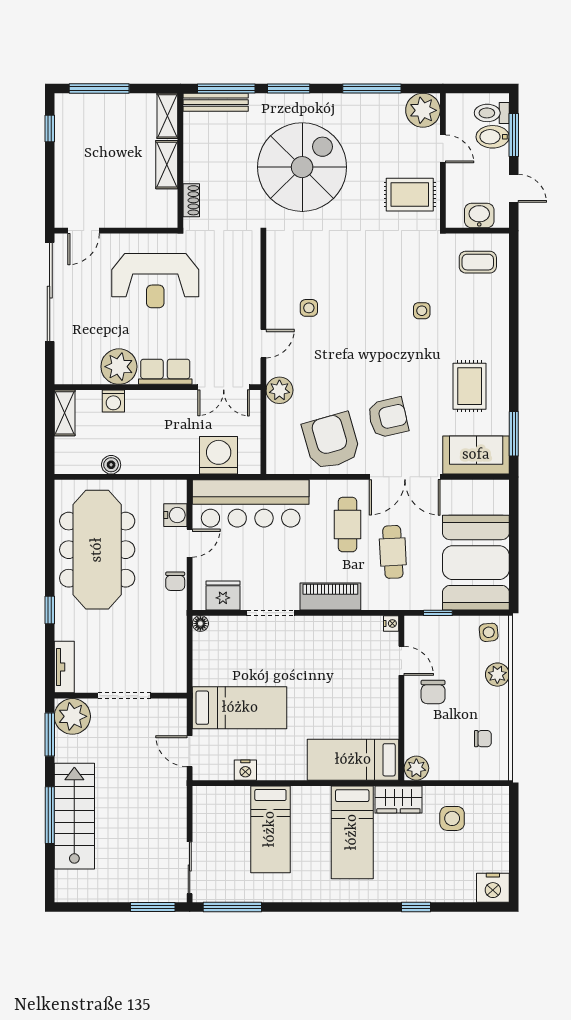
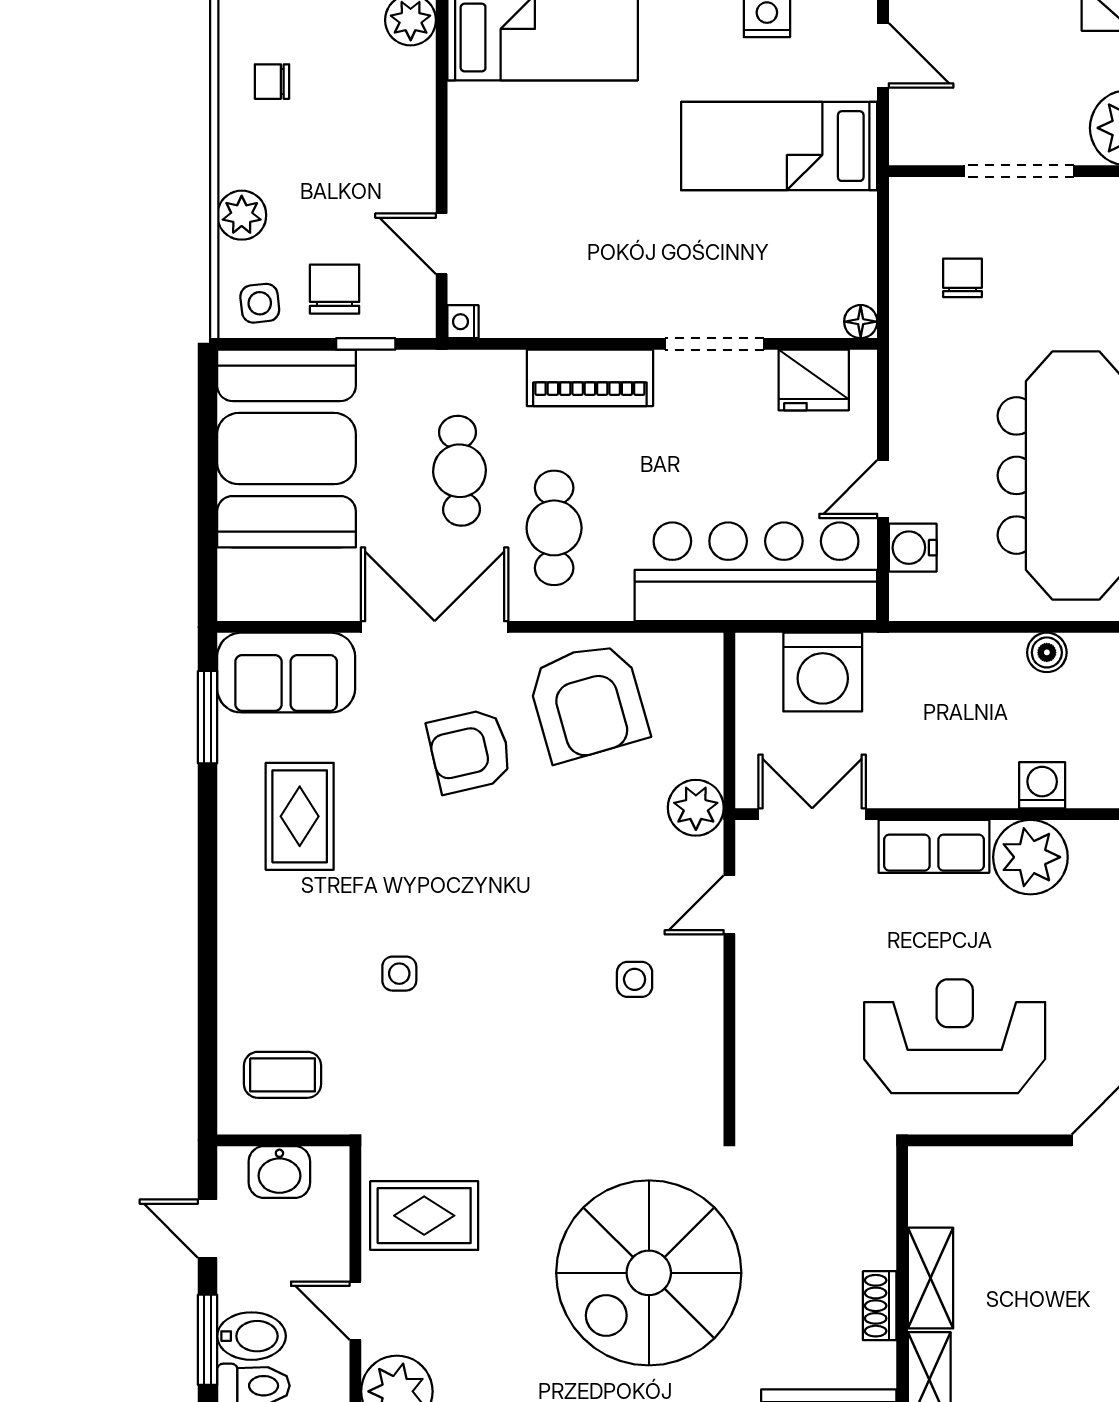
shoe rack: (191, 200) -> (880, 1306), moved
chair: (175, 581) -> (962, 278), moved
chair: (433, 692) -> (335, 289), moved

